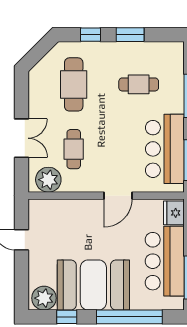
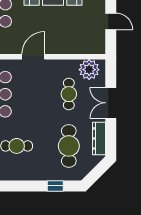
window: (130, 35) -> (23, 186), removed
dresser: (36, 94) -> (99, 139), added

